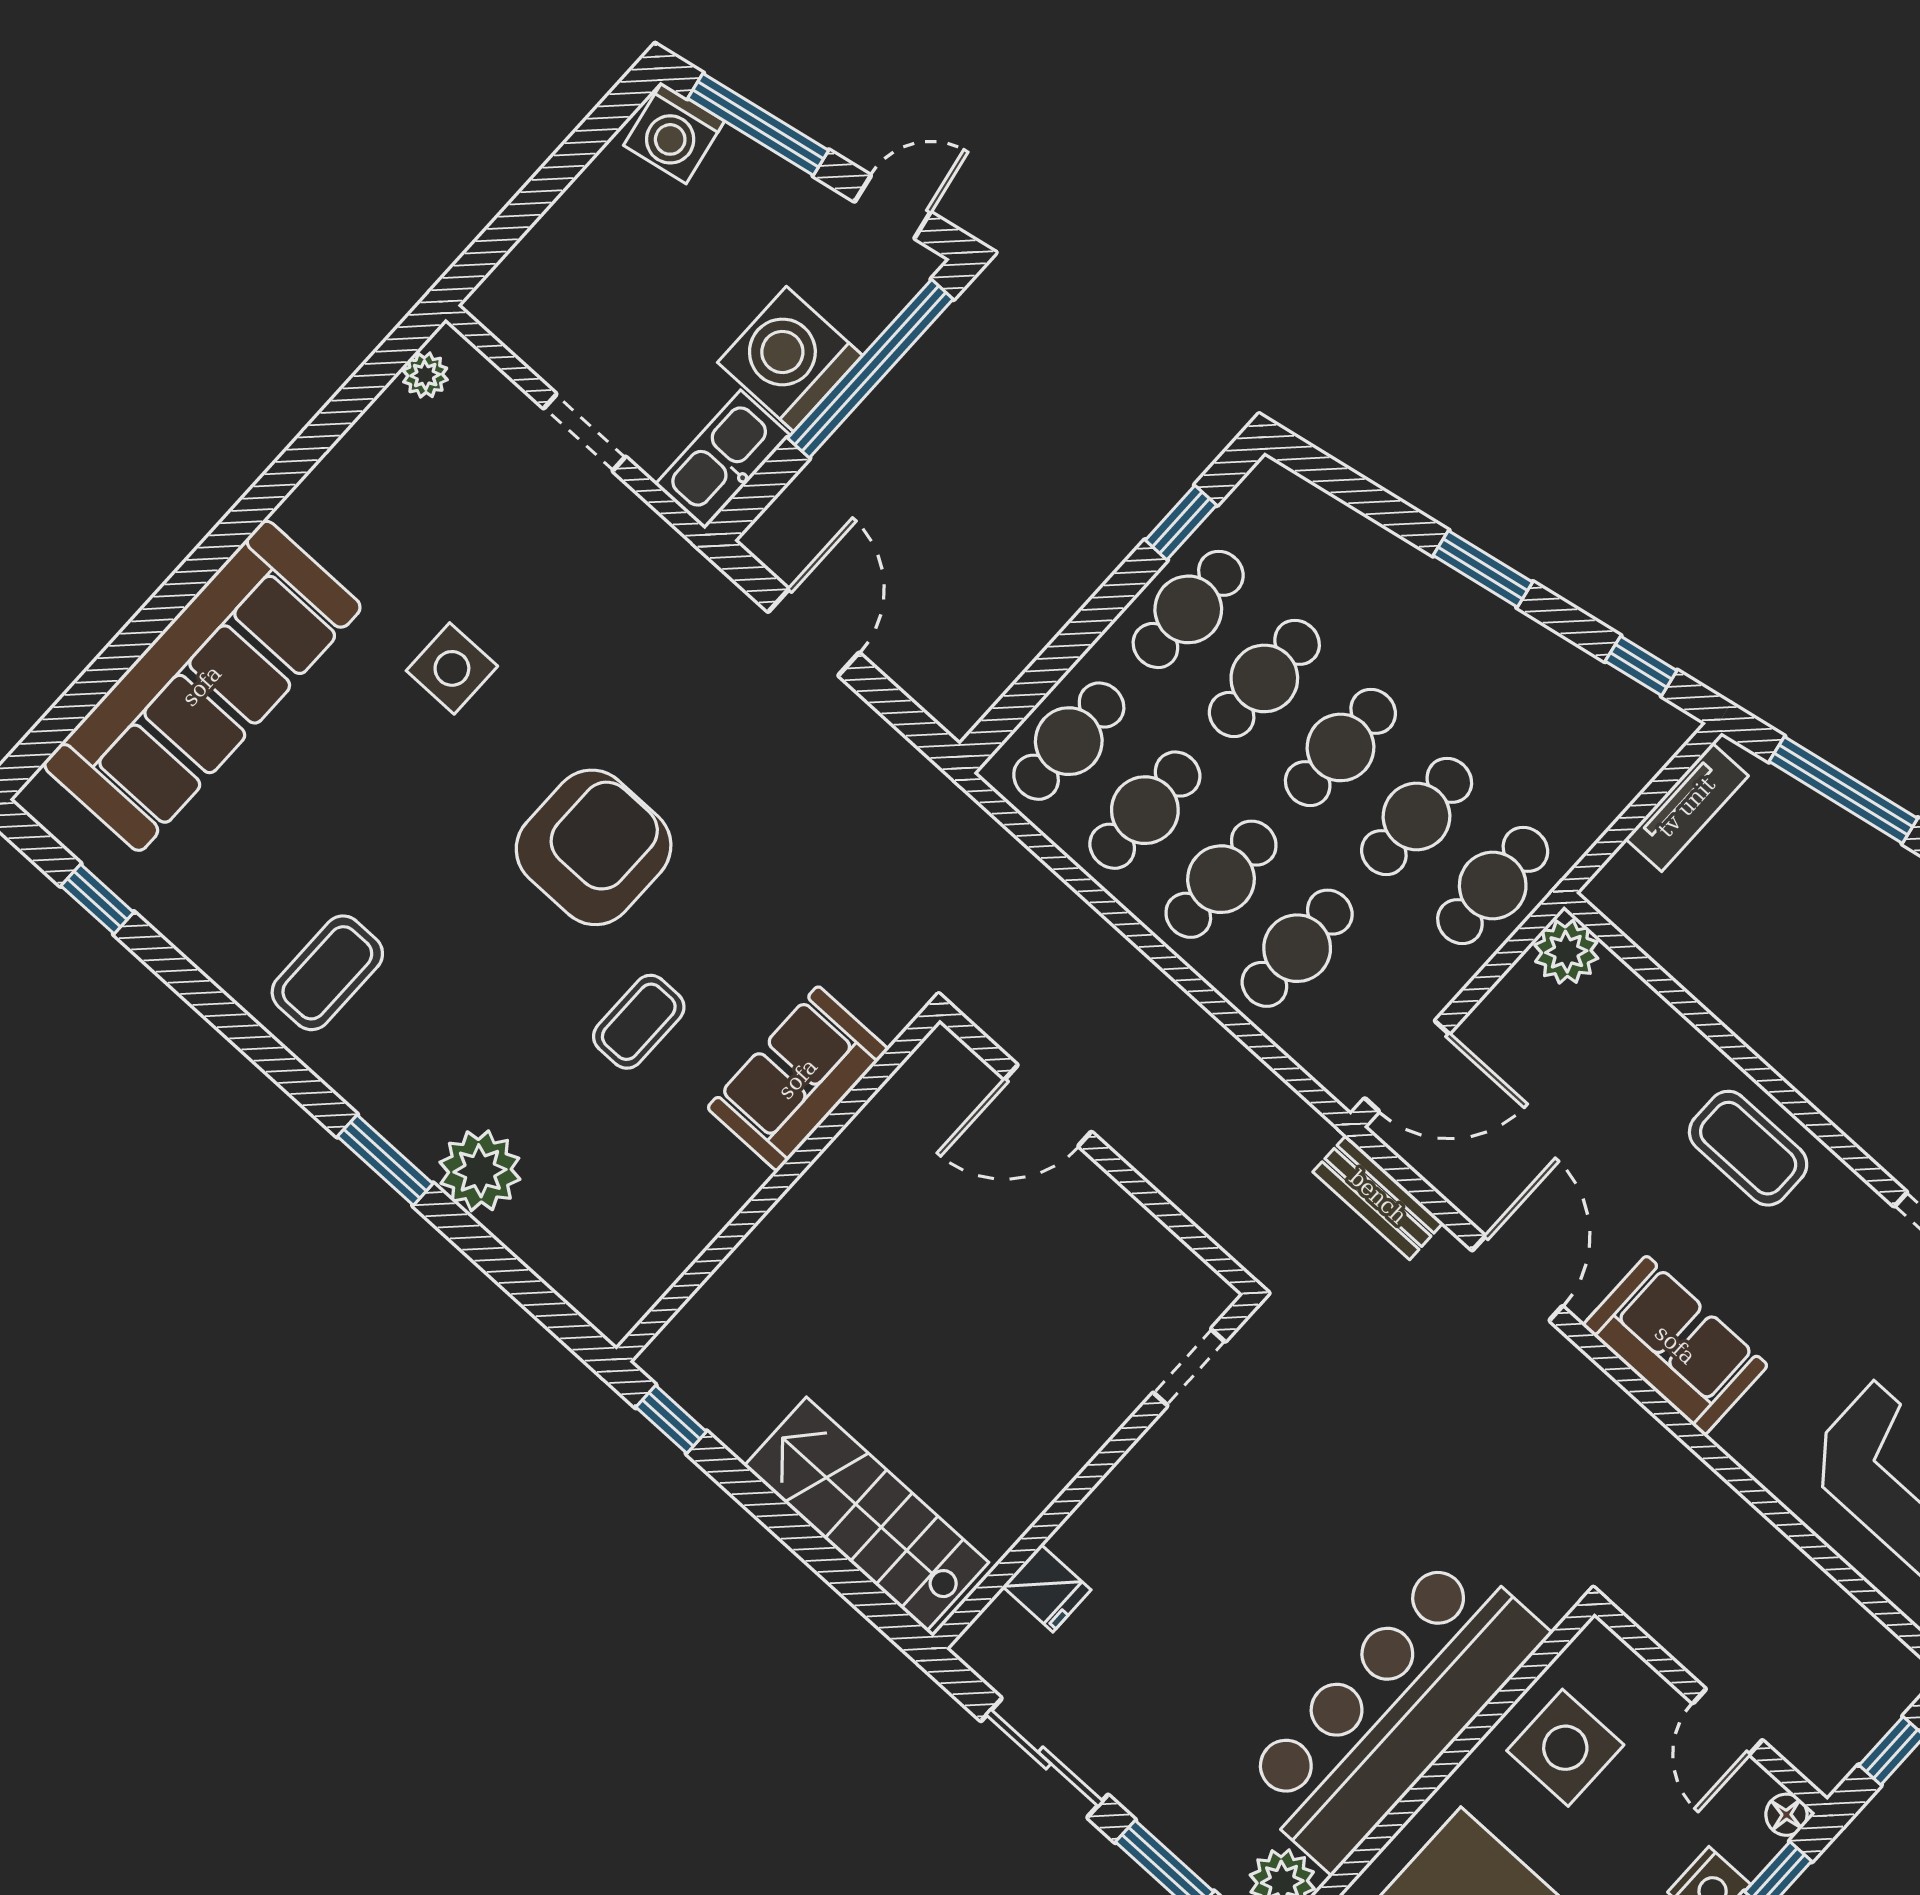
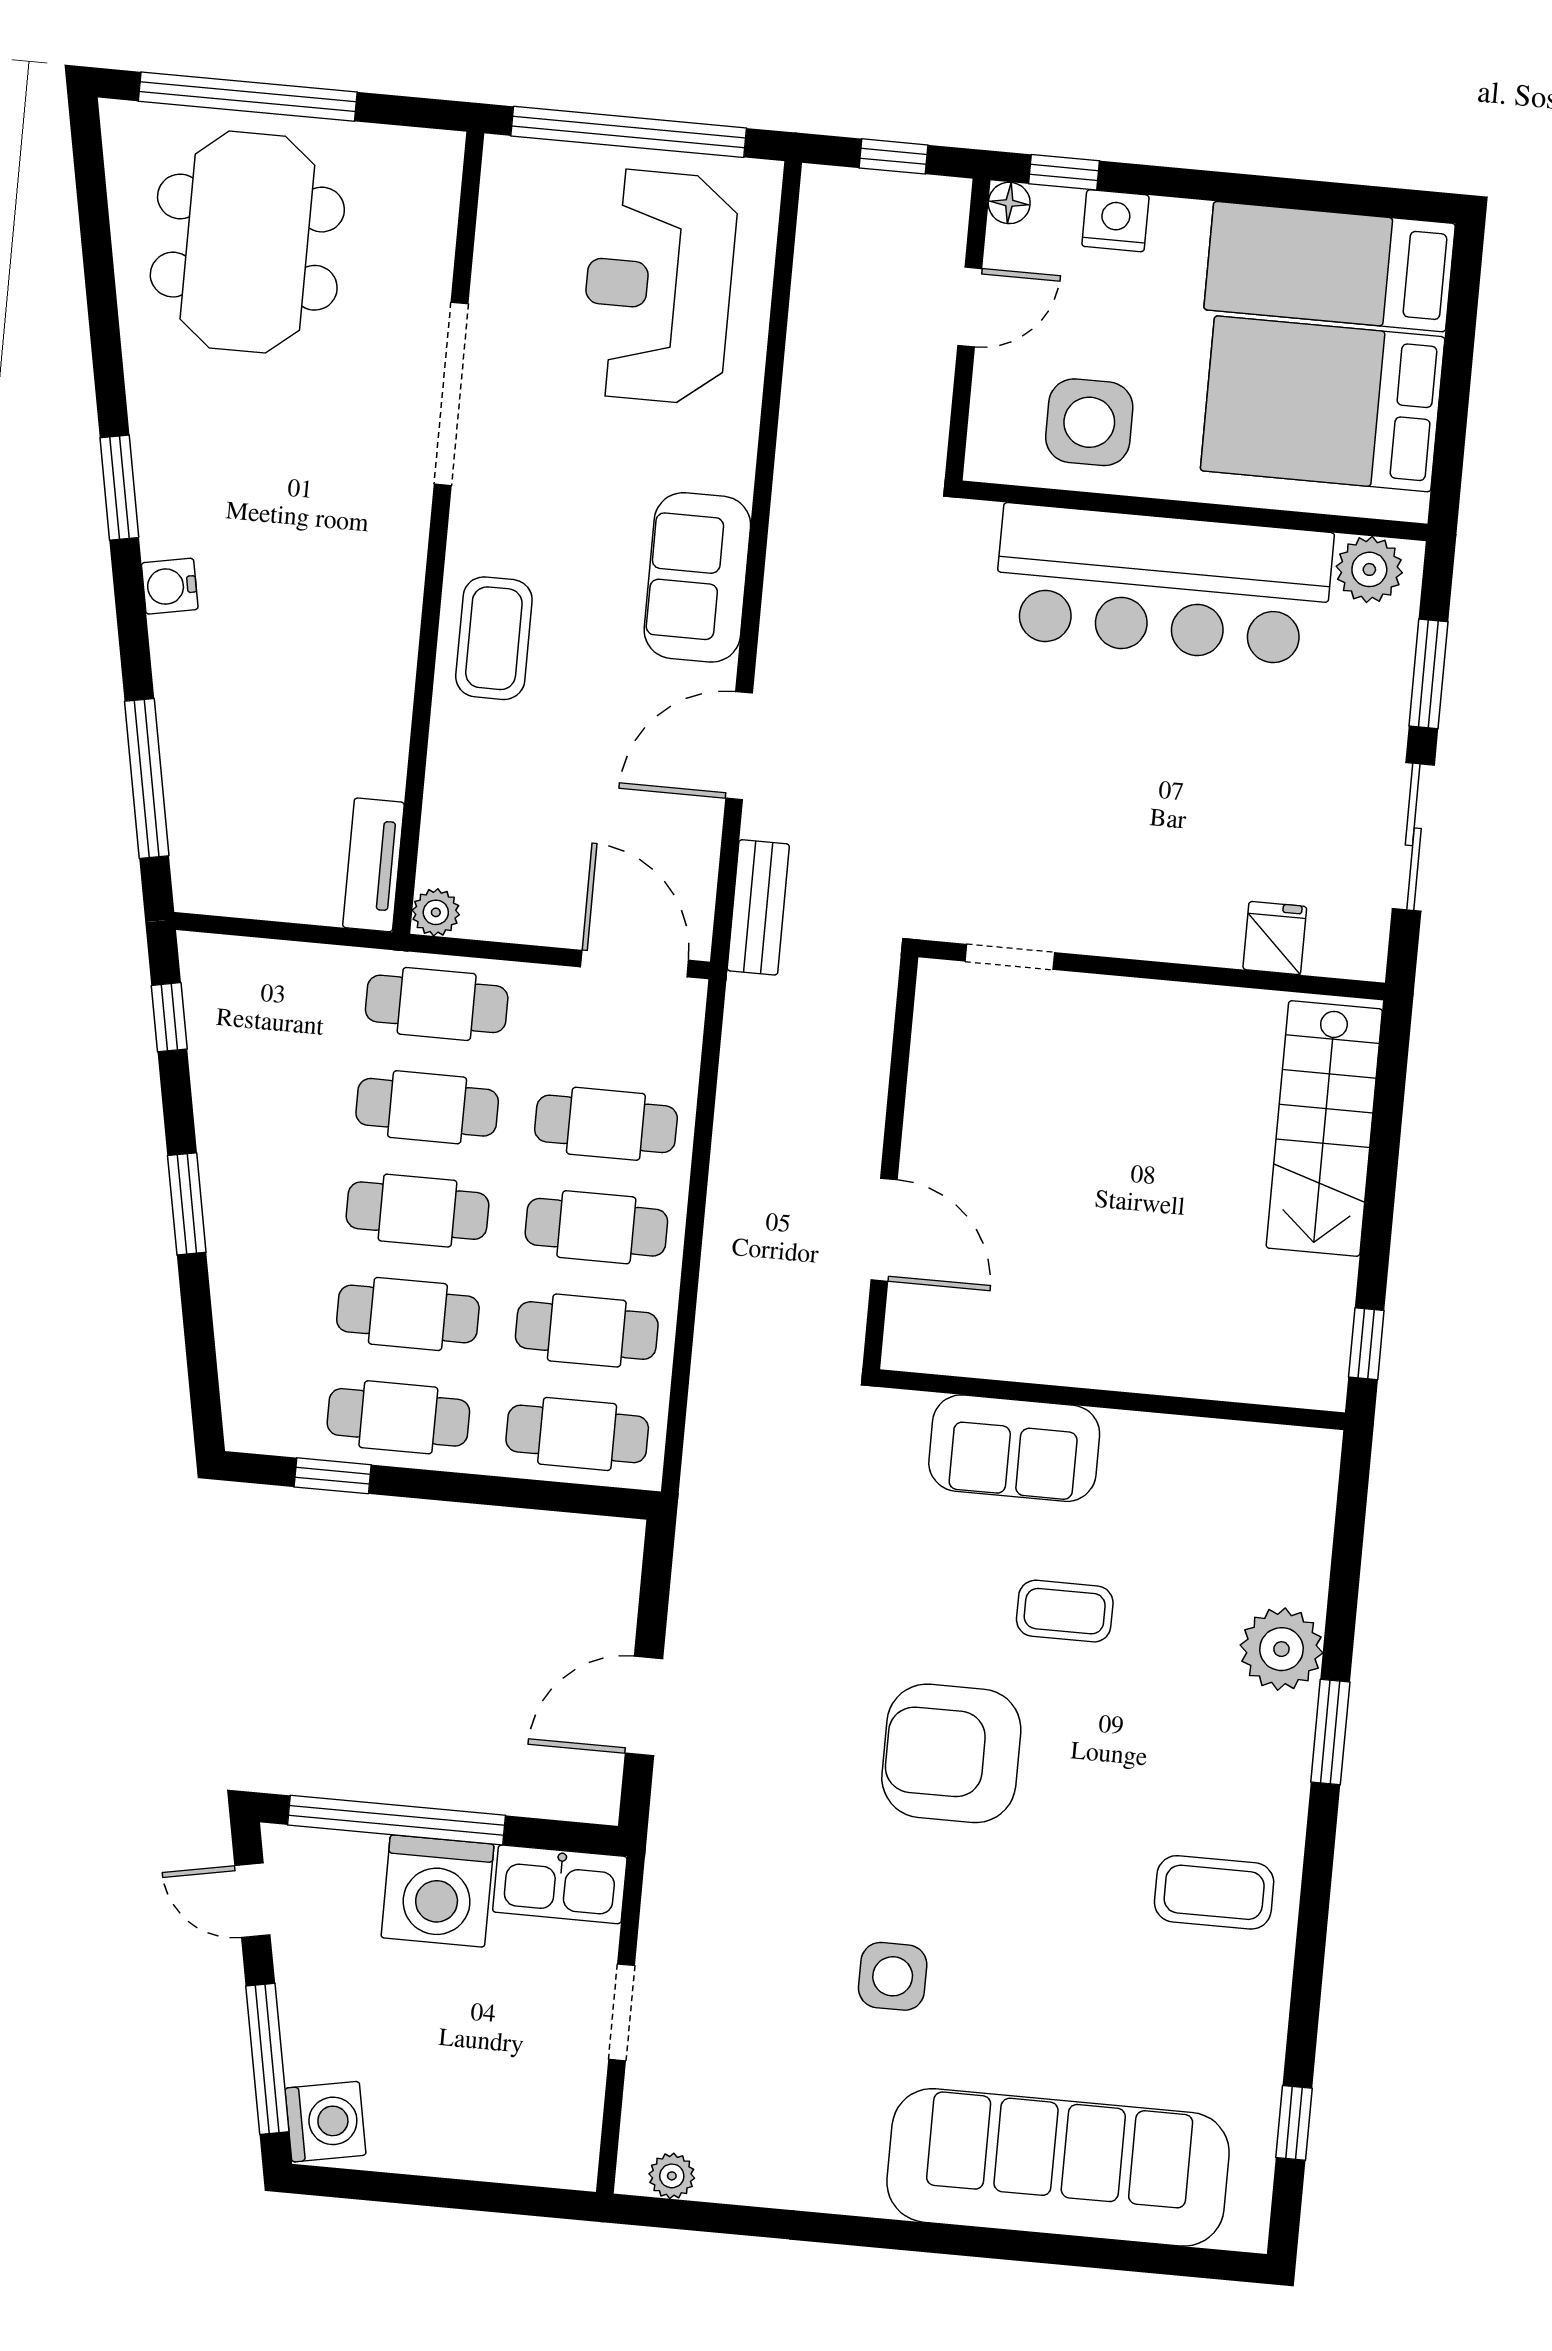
tv unit: (1687, 807) -> (373, 865), moved, turned -90
plant: (1566, 952) -> (436, 912), width x0.73, depth x0.73

